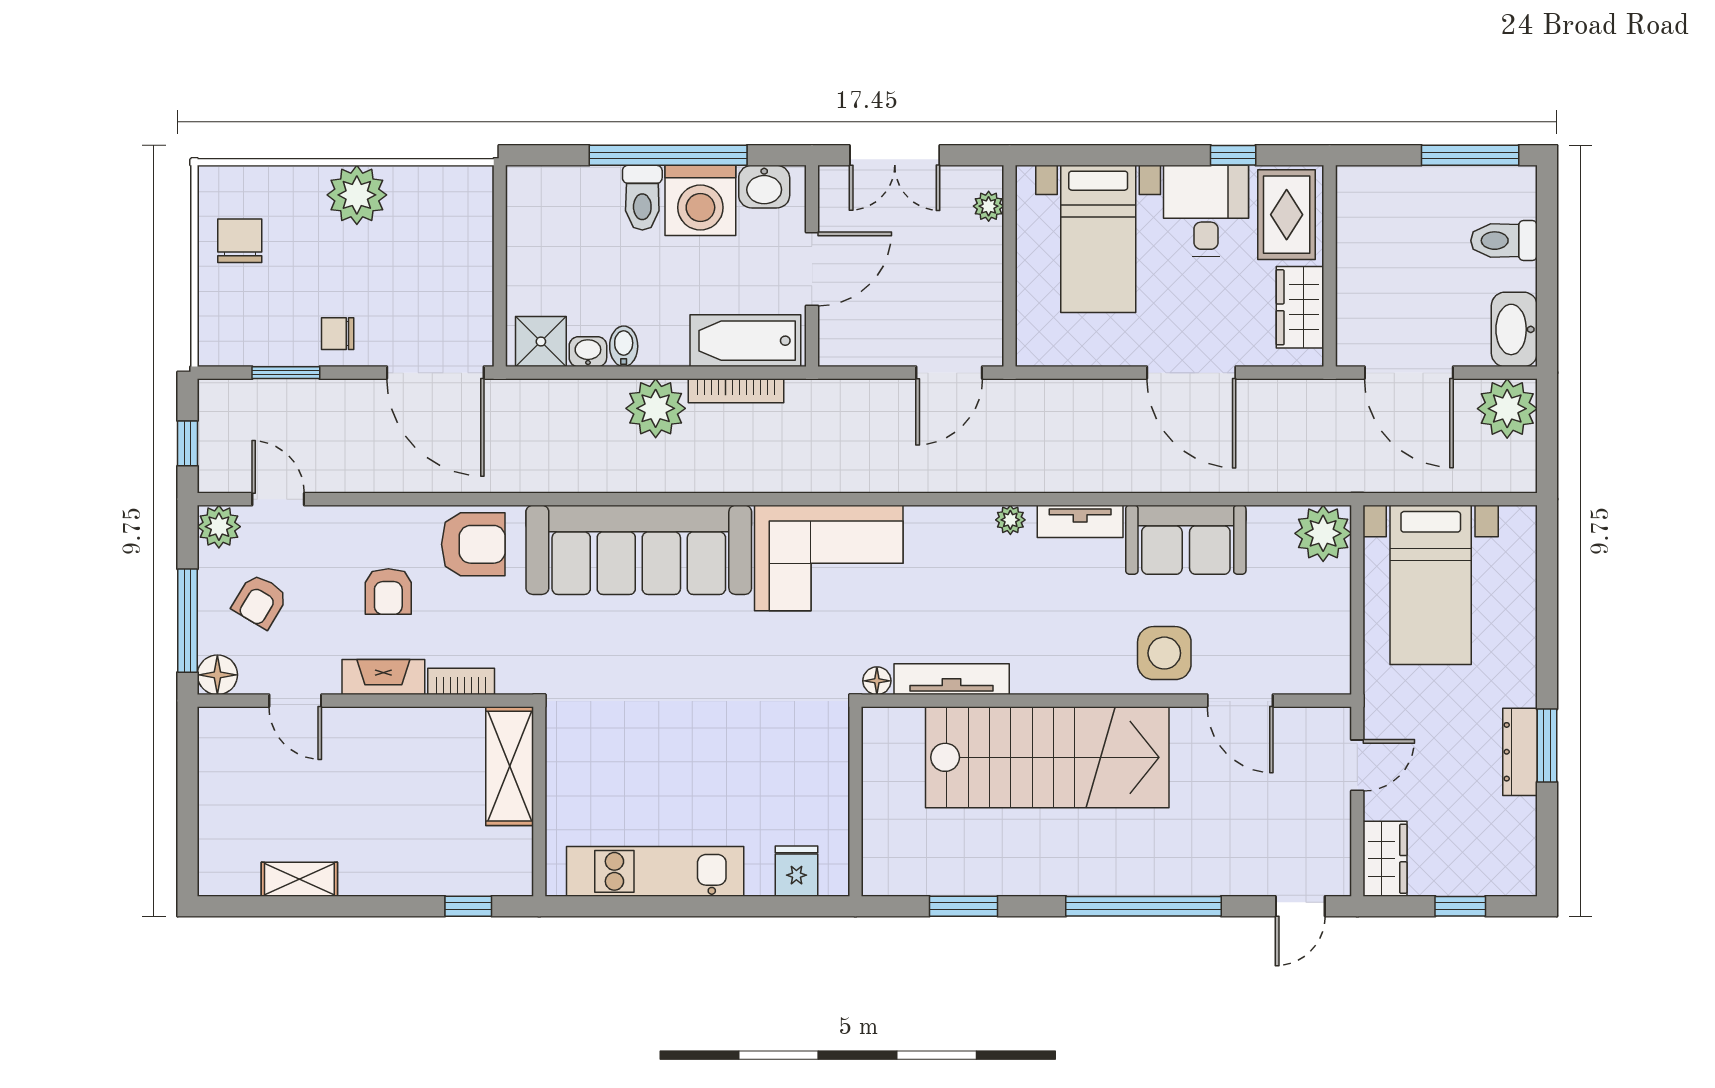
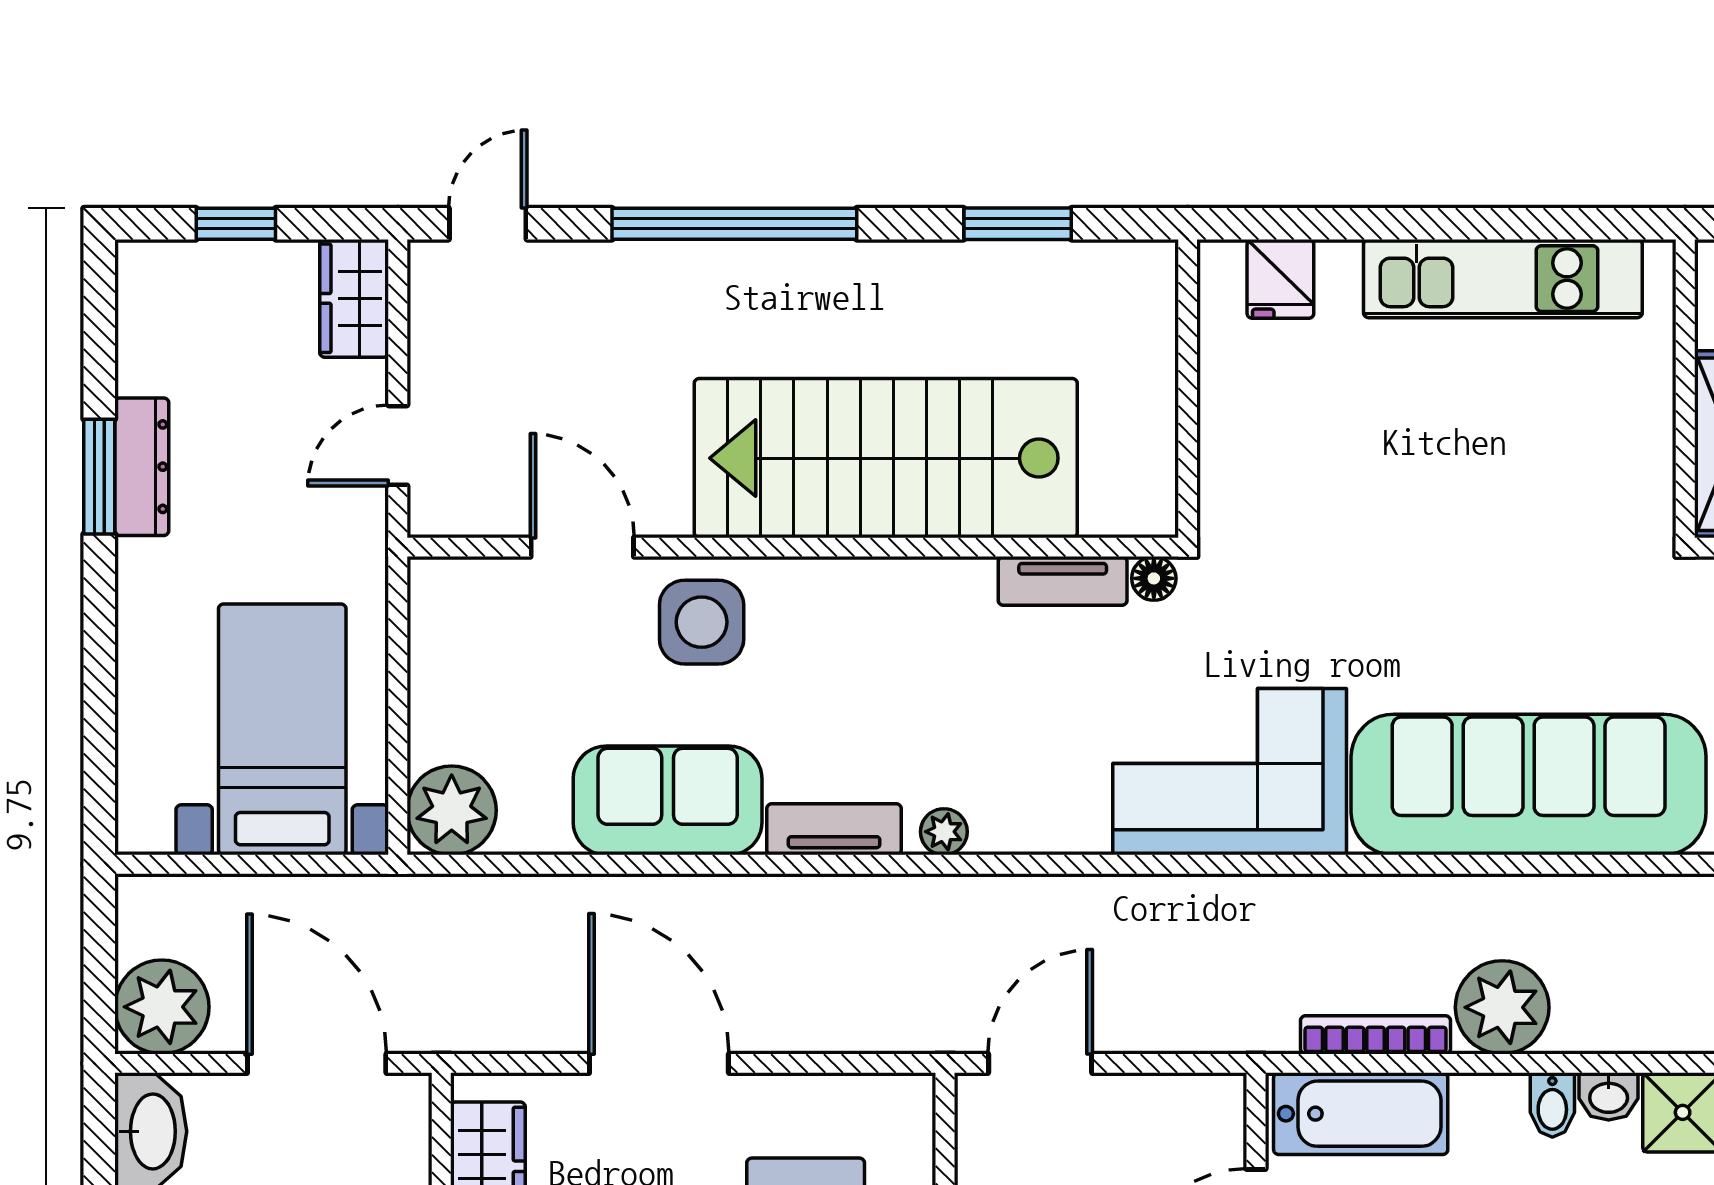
tv unit: (952, 679) -> (1063, 581), width x0.71

